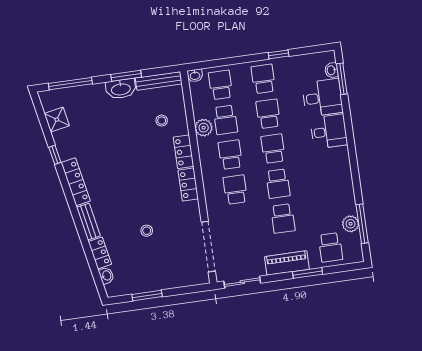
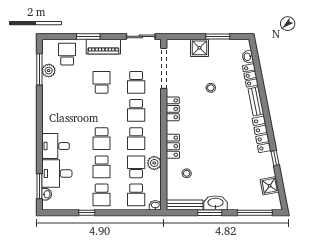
school desk: (278, 184) -> (136, 82), moved, turned 180
locker: (188, 185) -> (173, 109), moved
shower: (168, 278) -> (199, 48), added

